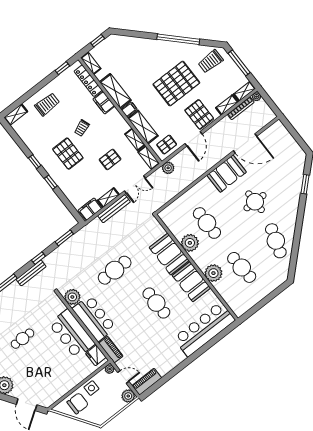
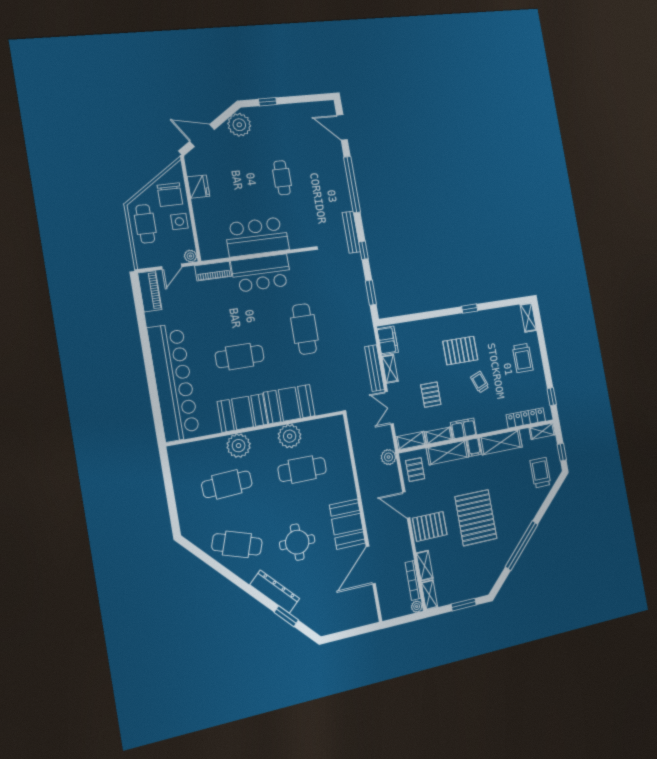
trolley: (211, 61) -> (540, 473), moved
window: (239, 63) -> (464, 605), width x0.69
filing cabinet: (104, 103) -> (464, 428), moved
window: (51, 182) -> (439, 313), removed
dresser: (293, 200) -> (275, 592), added
plant: (72, 297) -> (299, 262), removed
bar counter: (204, 329) -> (174, 382), width x1.36
fridge: (96, 355) -> (198, 187), moved, turned 90
plant: (128, 396) -> (145, 259), removed
cafe table: (106, 408) -> (145, 224), added

